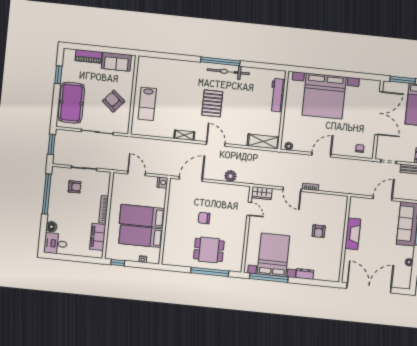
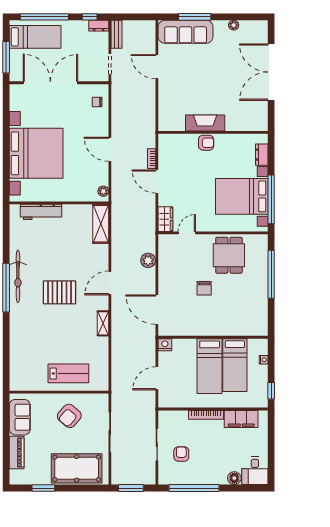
door: (292, 189) -> (157, 181), swing flipped
fireplace: (353, 234) -> (205, 123), moved
wall: (345, 239) -> (213, 132), moved
dining table: (209, 250) -> (229, 255), moved

